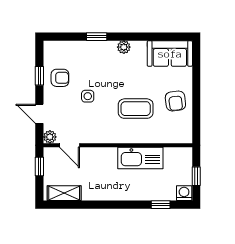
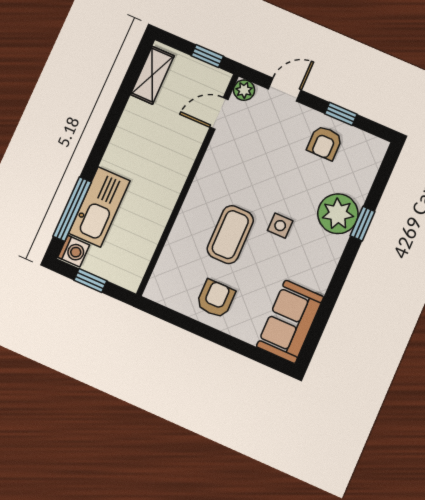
plant: (124, 47) -> (338, 214), moved, width x1.87, depth x1.87
side table: (88, 96) -> (280, 226), moved
armchair: (175, 101) -> (216, 299), turned 97
kitchen sink: (140, 158) -> (99, 207), moved, turned 180
window: (161, 205) -> (72, 209), width x2.17

